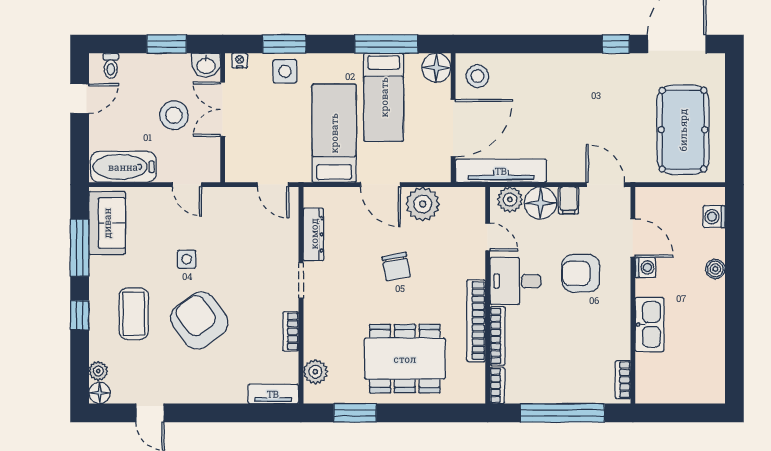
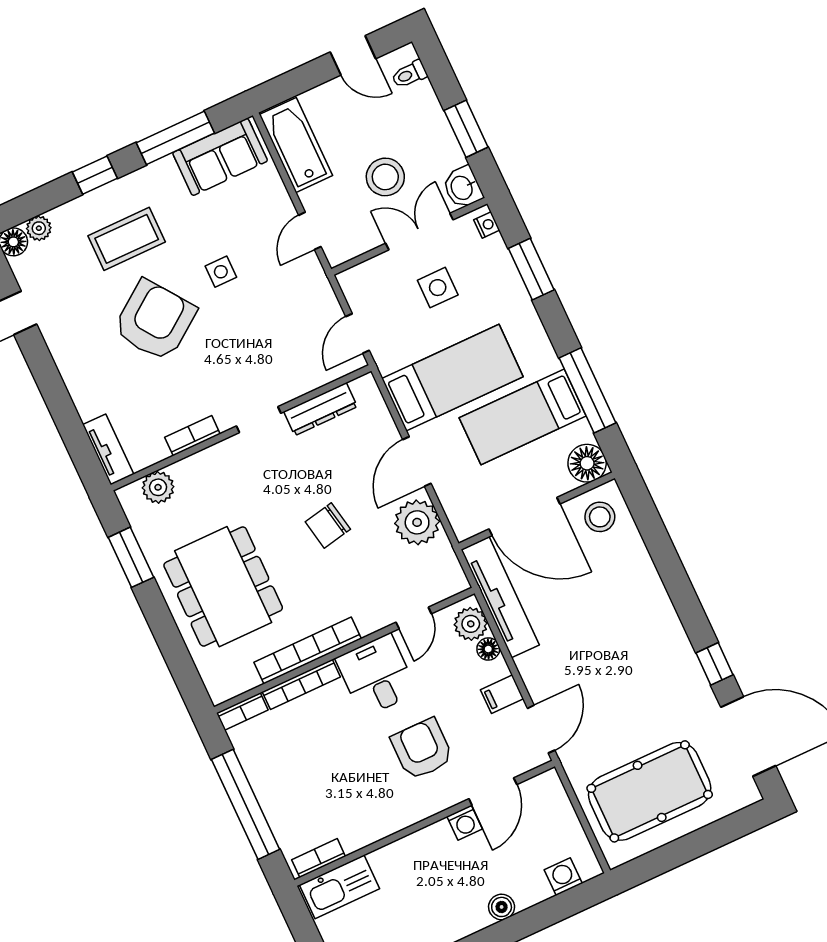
side table: (285, 71) -> (438, 288), moved
floor lamp: (541, 203) -> (488, 649), width x0.53, depth x0.53
kitchen sink: (649, 324) -> (339, 887), moved

